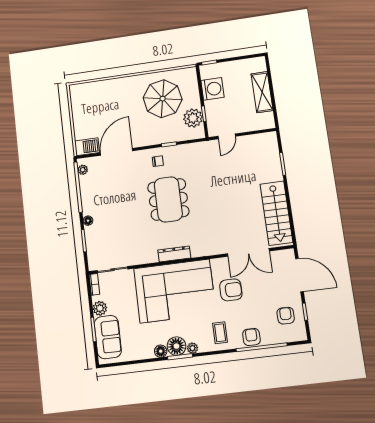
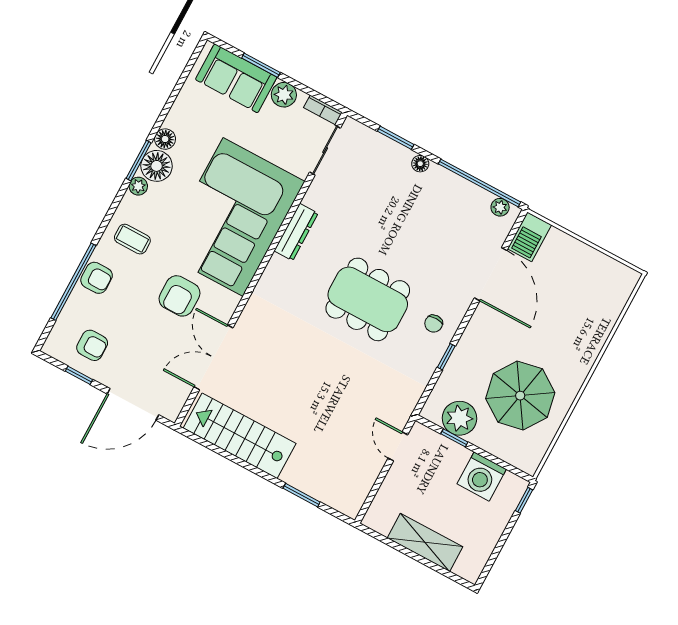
dresser: (174, 254) -> (296, 232), moved

